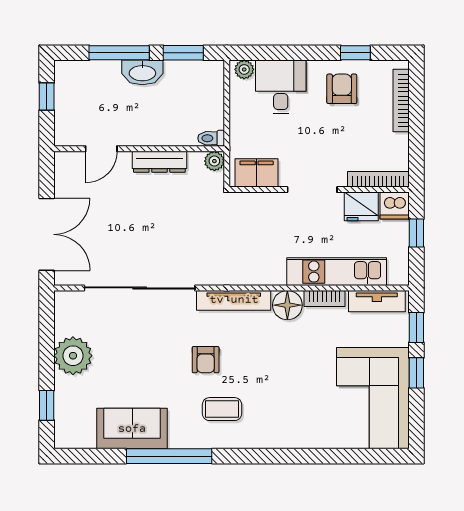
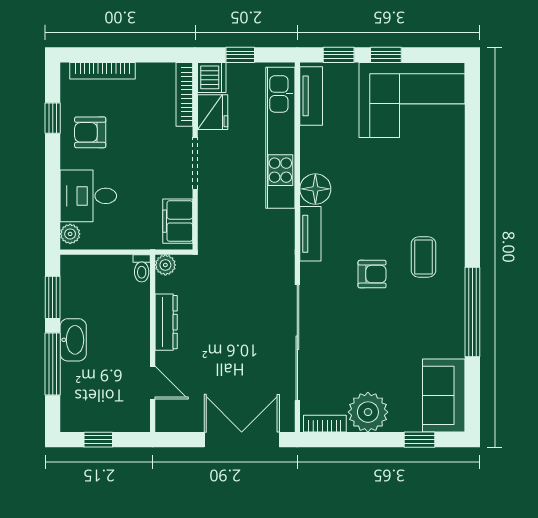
kitchen unit: (337, 272) -> (280, 138), width x1.36
bookcase: (325, 299) -> (325, 424), moved, turned -90
tv unit: (234, 300) -> (310, 234), width x0.71
sofa: (132, 429) -> (444, 395), moved

